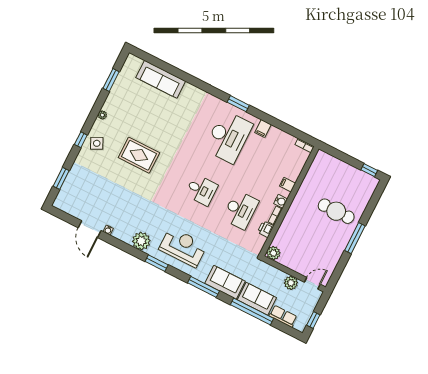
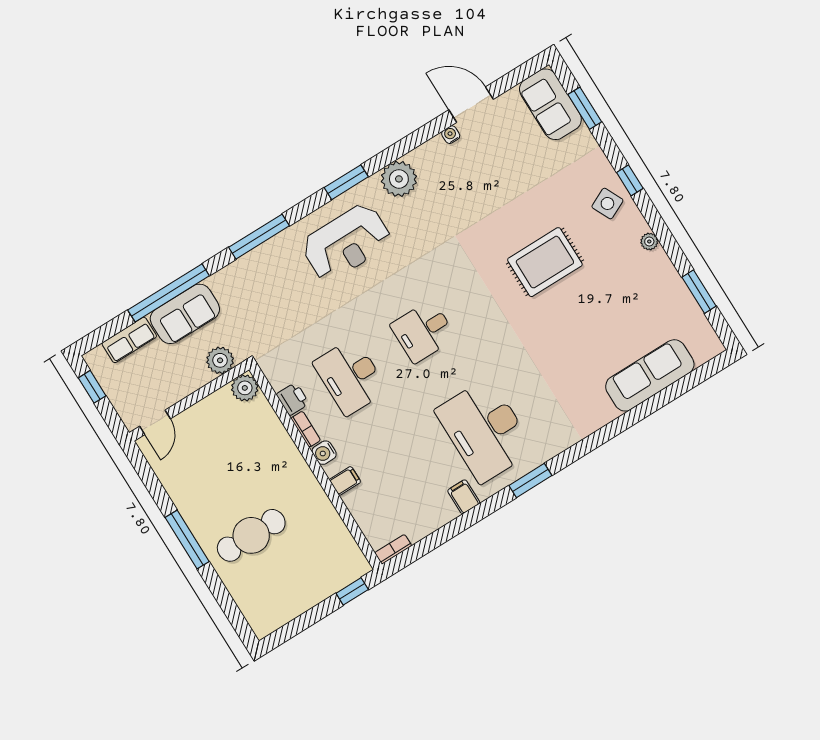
window: (369, 170) -> (352, 591), moved
sofa: (225, 282) -> (550, 104), moved, turned 90
plant: (291, 283) -> (220, 360), moved

